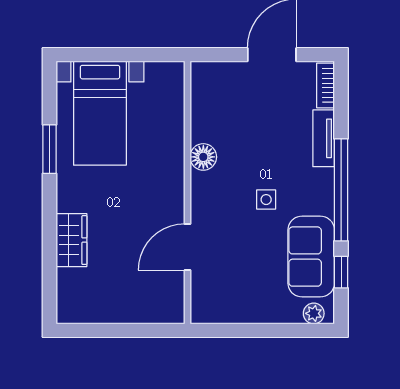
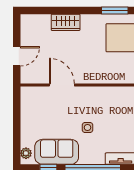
floor lamp: (203, 157) -> (111, 94), removed
door: (134, 330) -> (17, 56), added

